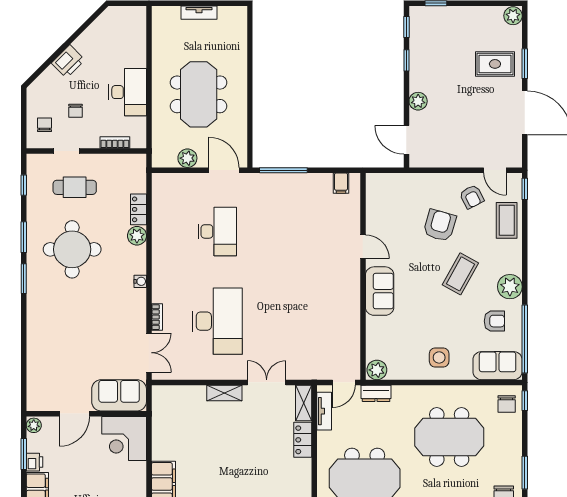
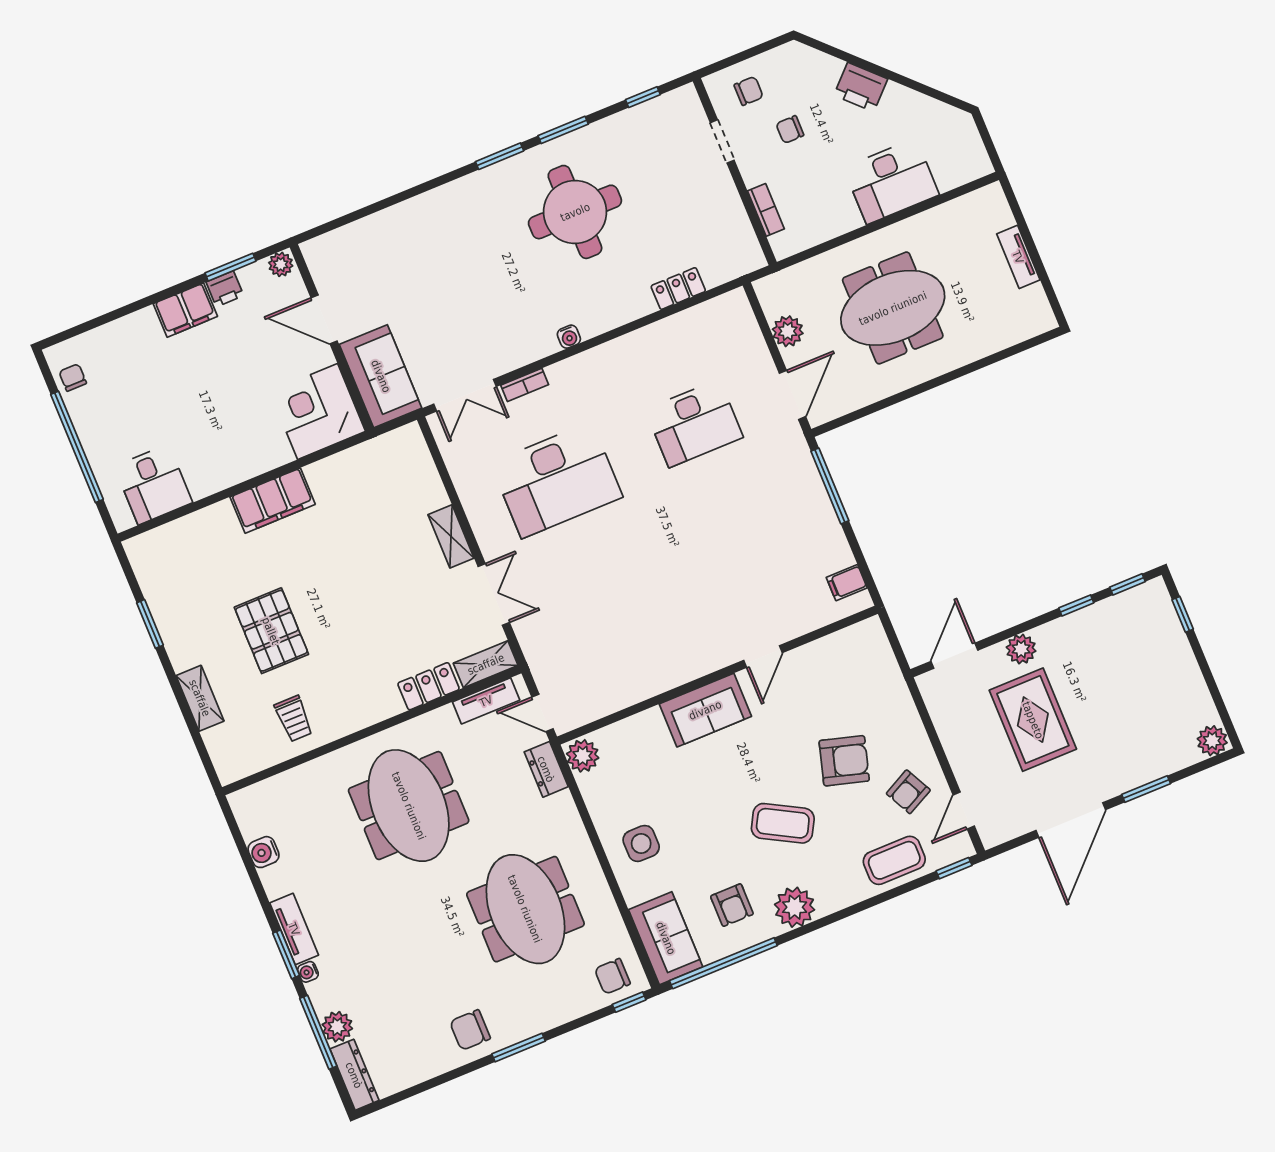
rug: (495, 64) -> (1033, 720), moved, width x1.36, depth x1.43
desk: (128, 92) -> (891, 181), moved
cafe table: (75, 187) -> (672, 177), removed
plant: (137, 236) -> (637, 303), removed

